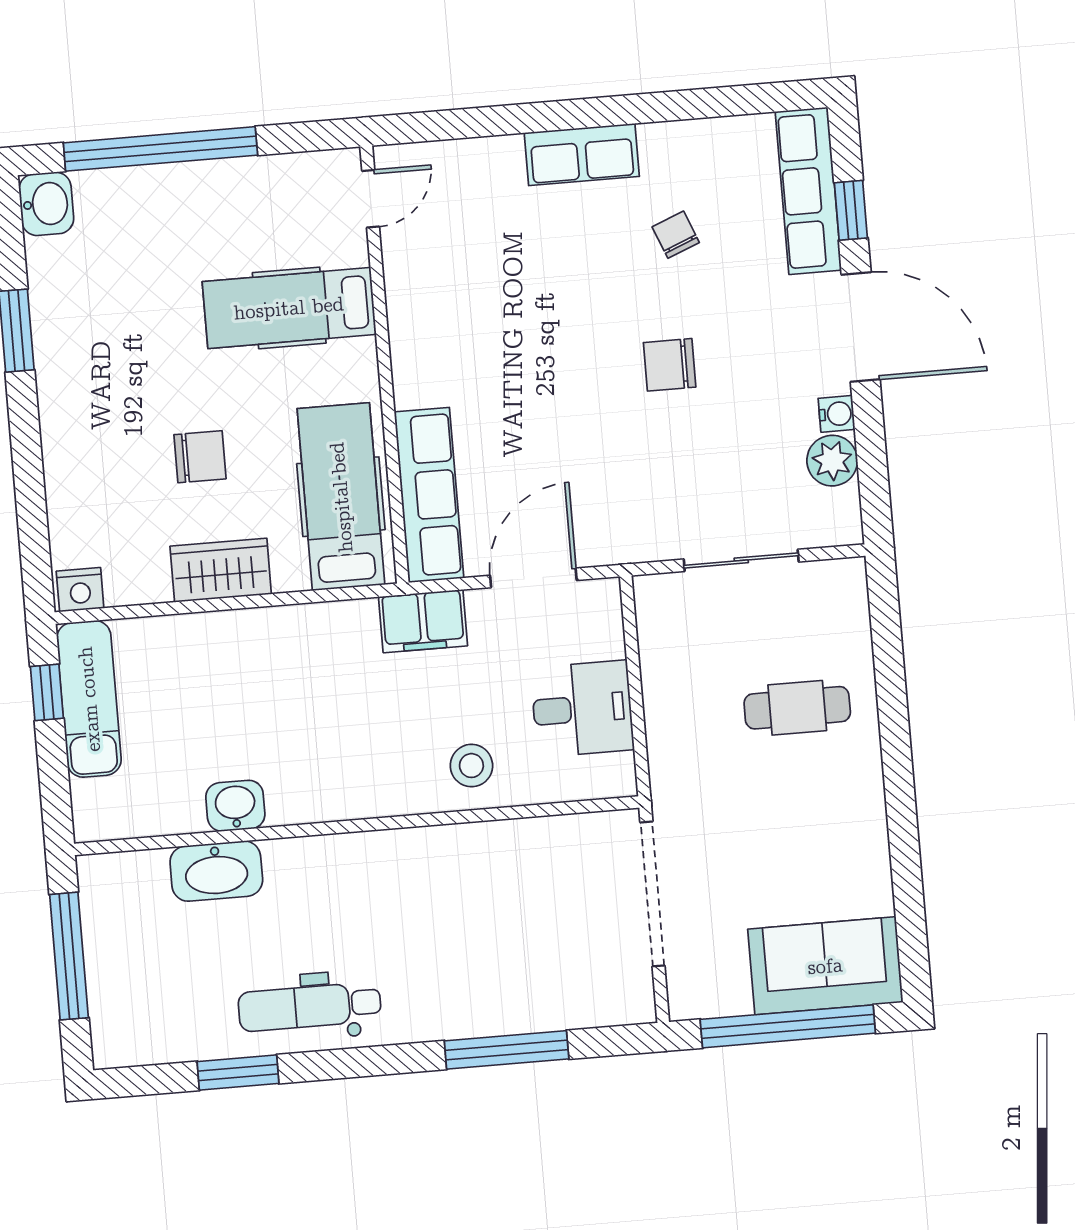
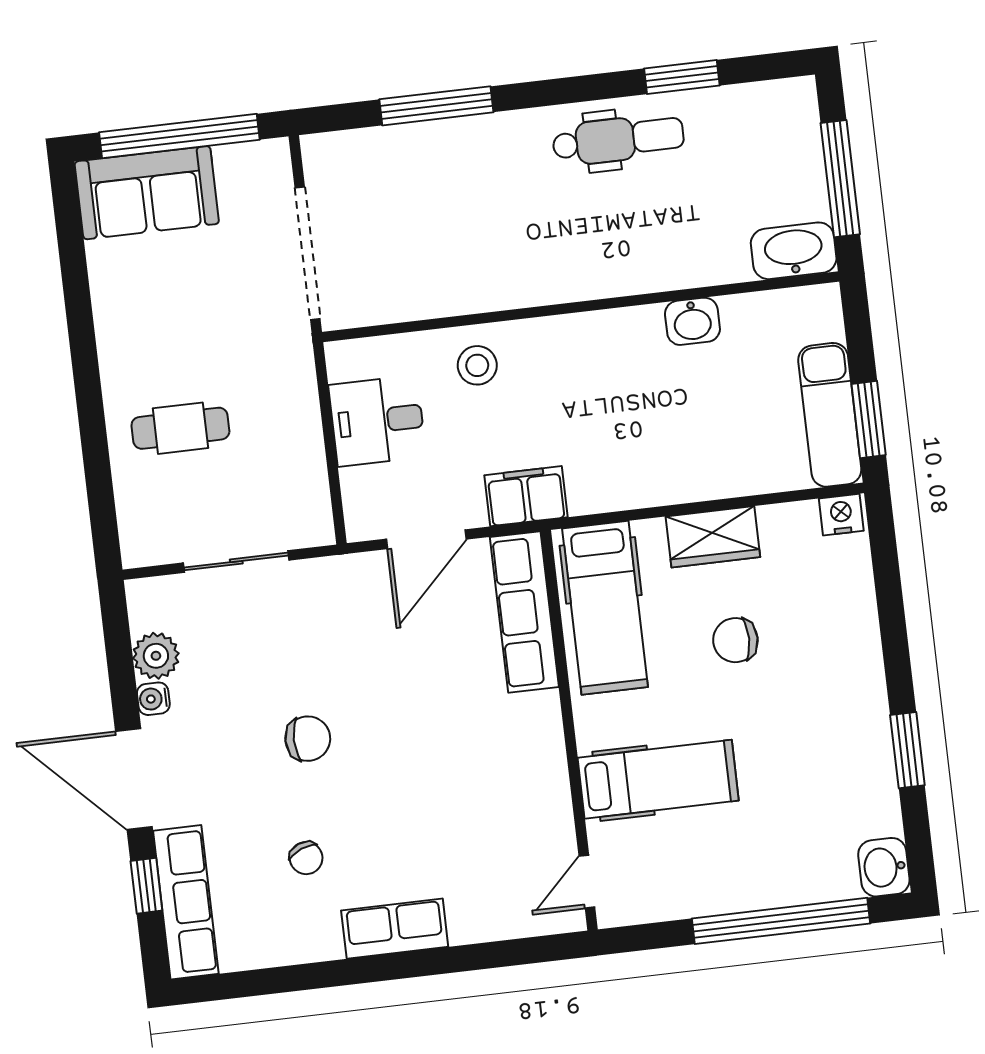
window: (47, 692) -> (869, 420), width x1.50
washbasin: (216, 871) -> (794, 251), moved

